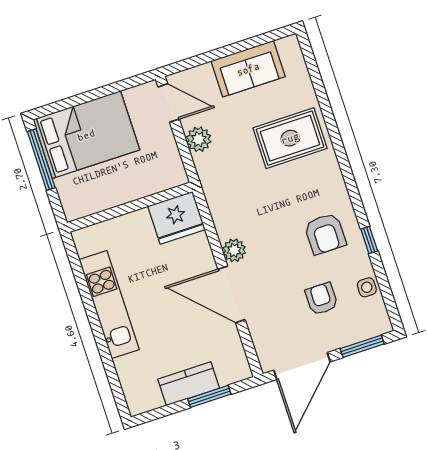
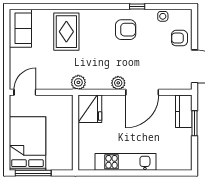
sofa: (248, 69) -> (20, 28), moved
plant: (199, 139) -> (78, 82), moved
armchair: (321, 299) -> (179, 38), moved
window: (362, 346) -> (194, 30), removed
kitchen counter: (189, 384) -> (184, 111), moved

